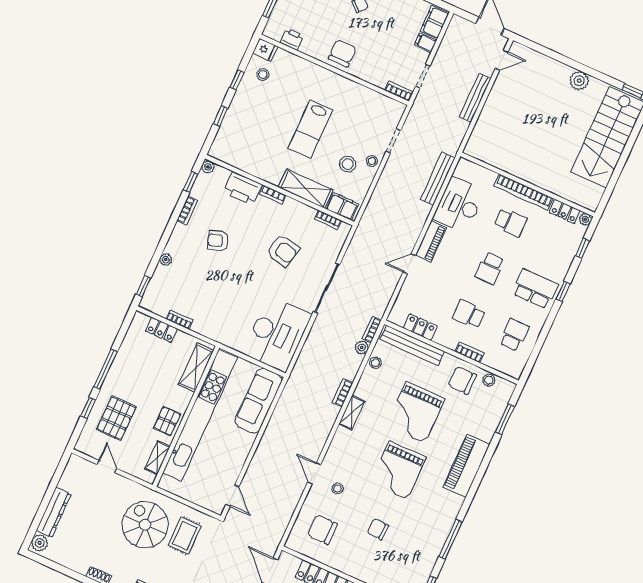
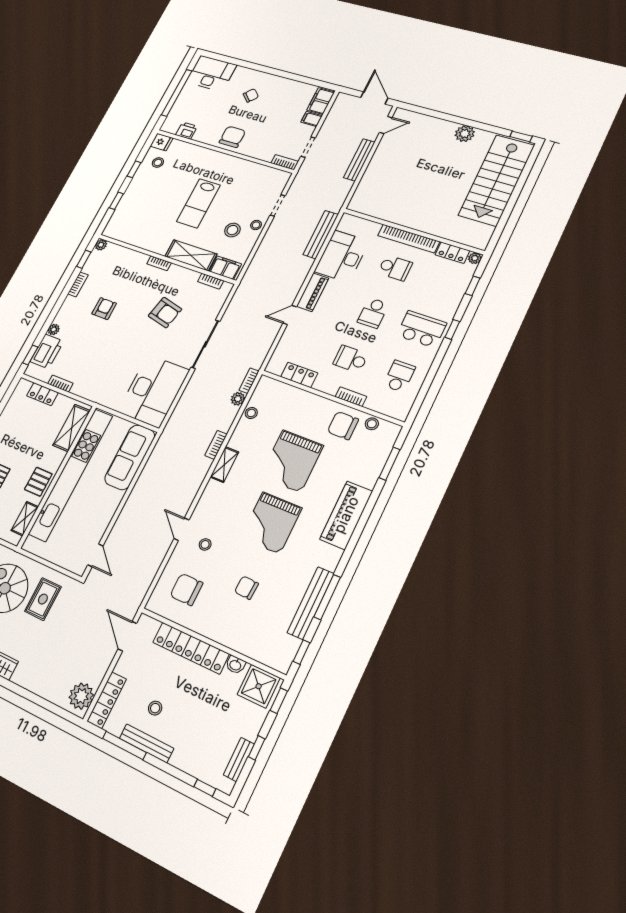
printer: (243, 188) -> (47, 351), moved, turned -90
armchair: (218, 241) -> (104, 309), turned 110
bench: (412, 345) -> (311, 603), moved, turned 90

